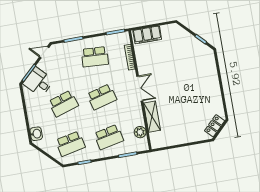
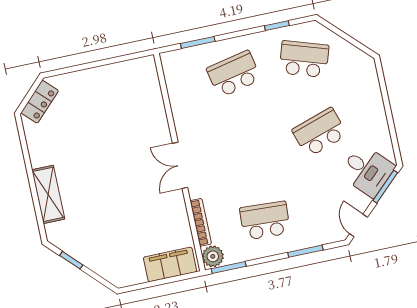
door: (44, 52) -> (359, 225), swing flipped
school desk: (102, 97) -> (249, 147), removed
shelving: (152, 117) -> (48, 194), moved
plant: (140, 132) -> (213, 256), moved
washbasin: (36, 134) -> (368, 75), removed
school desk: (70, 144) -> (304, 59), turned 30

